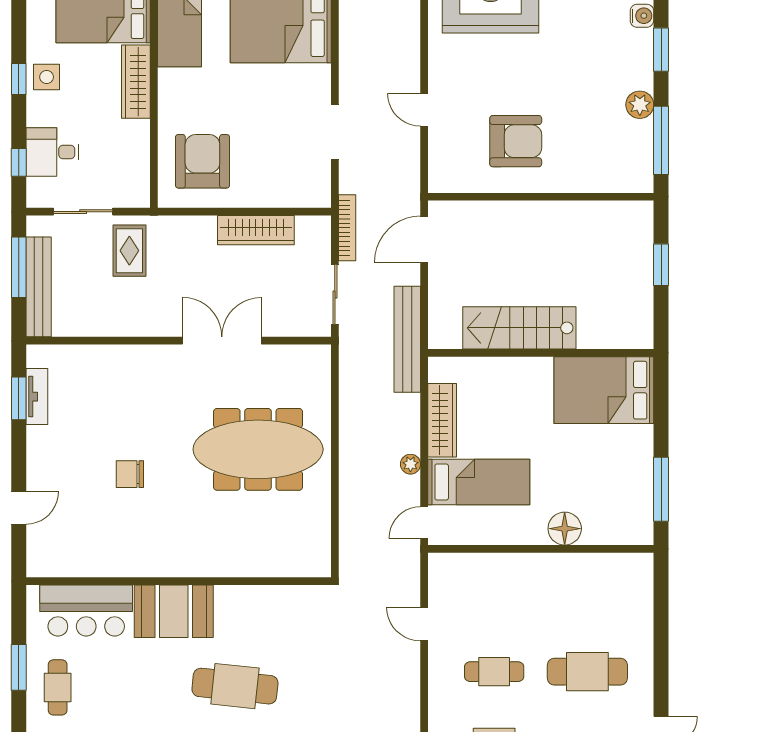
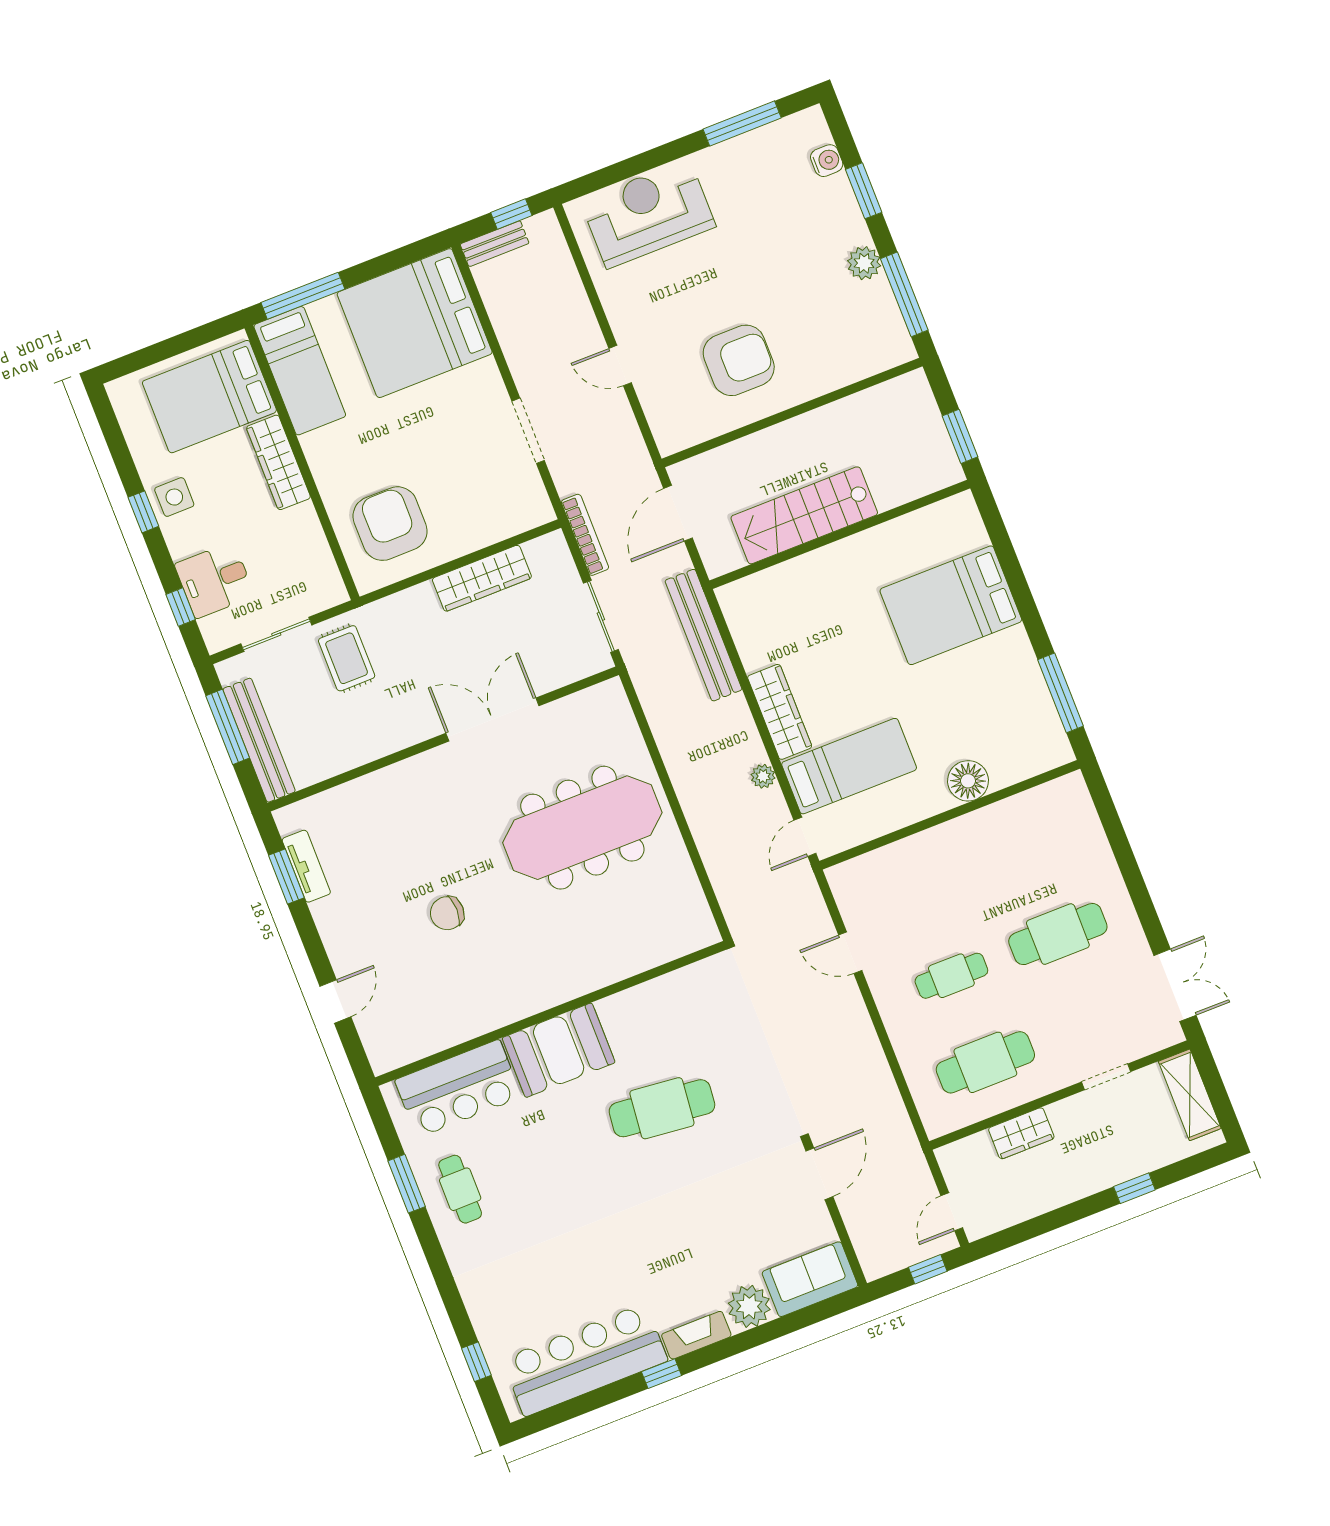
stairs: (519, 328) -> (804, 515), moved
wall: (541, 353) -> (840, 534), moved

